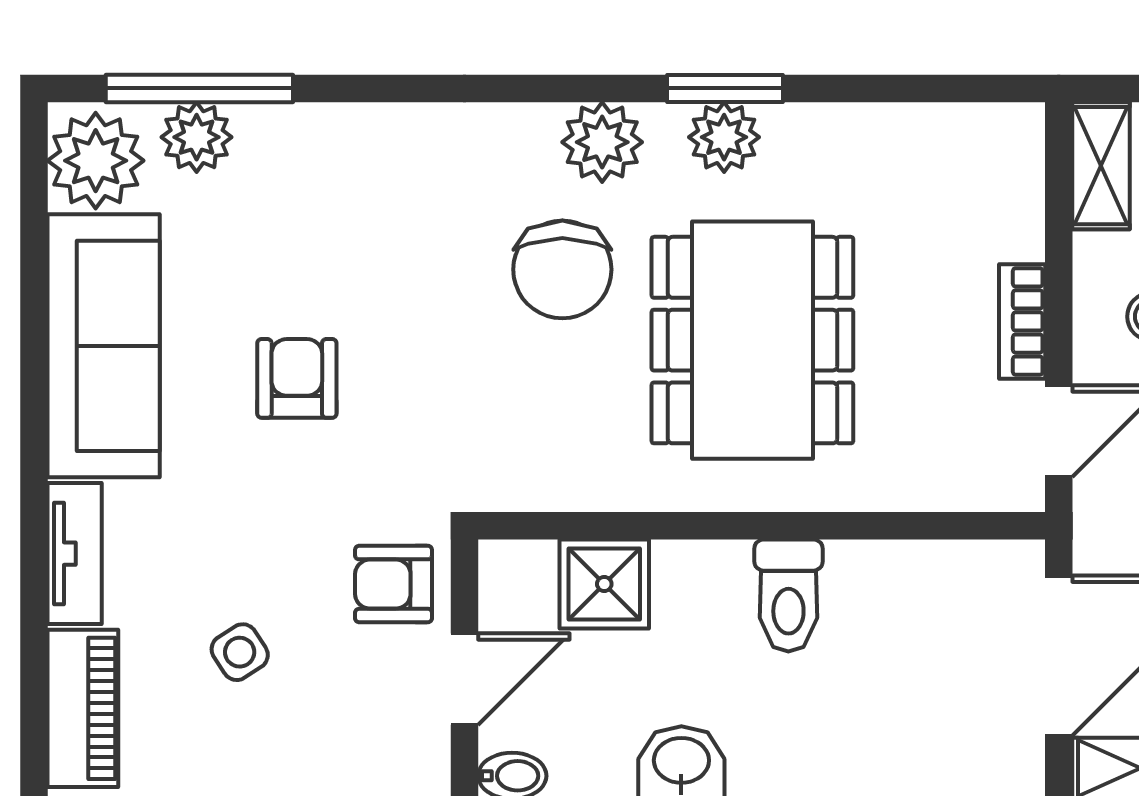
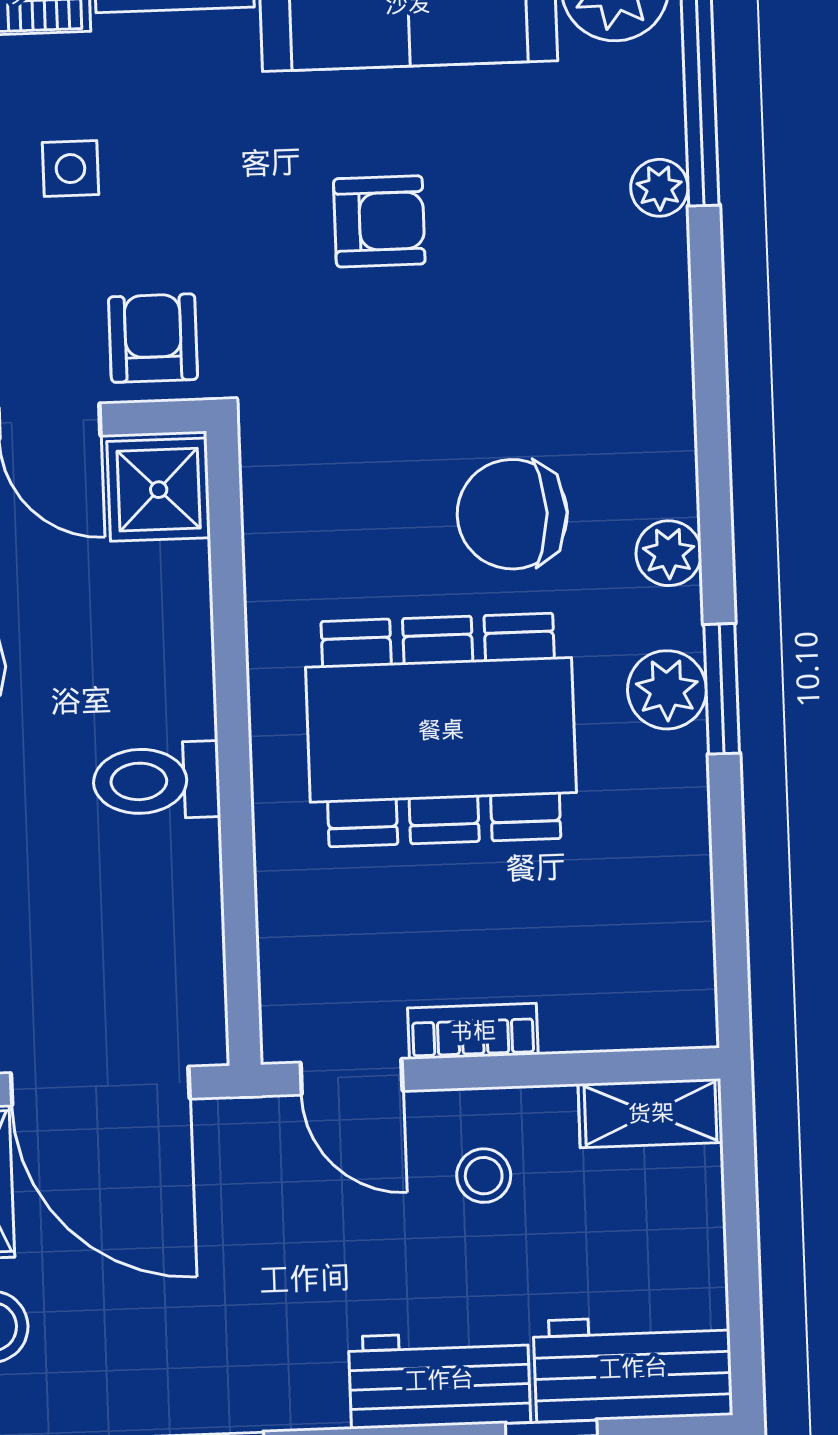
plant: (197, 137) -> (659, 188), moved, width x0.73, depth x0.73
plant: (602, 142) -> (669, 553), width x0.73, depth x0.73
shower: (604, 584) -> (159, 490), moved
side table: (240, 652) -> (70, 169), turned 33

